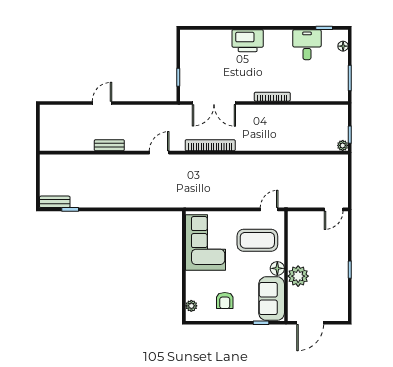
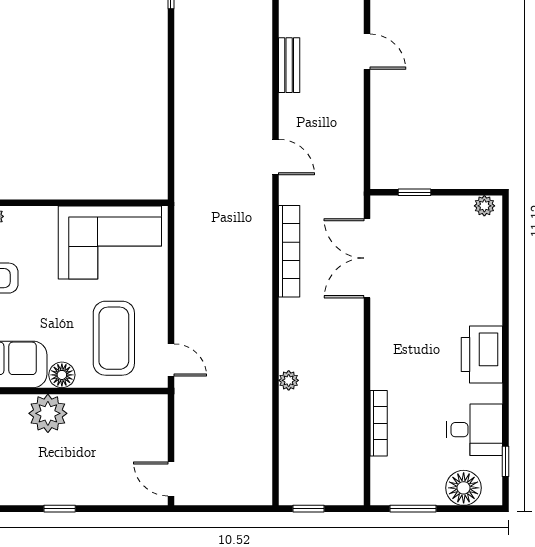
plant: (186, 39) -> (484, 206), added
printer: (248, 41) -> (482, 354), moved
floor lamp: (343, 46) -> (464, 488), width x1.89, depth x1.89
bookcase: (272, 97) -> (379, 423), moved
plant: (343, 145) -> (289, 380), moved

